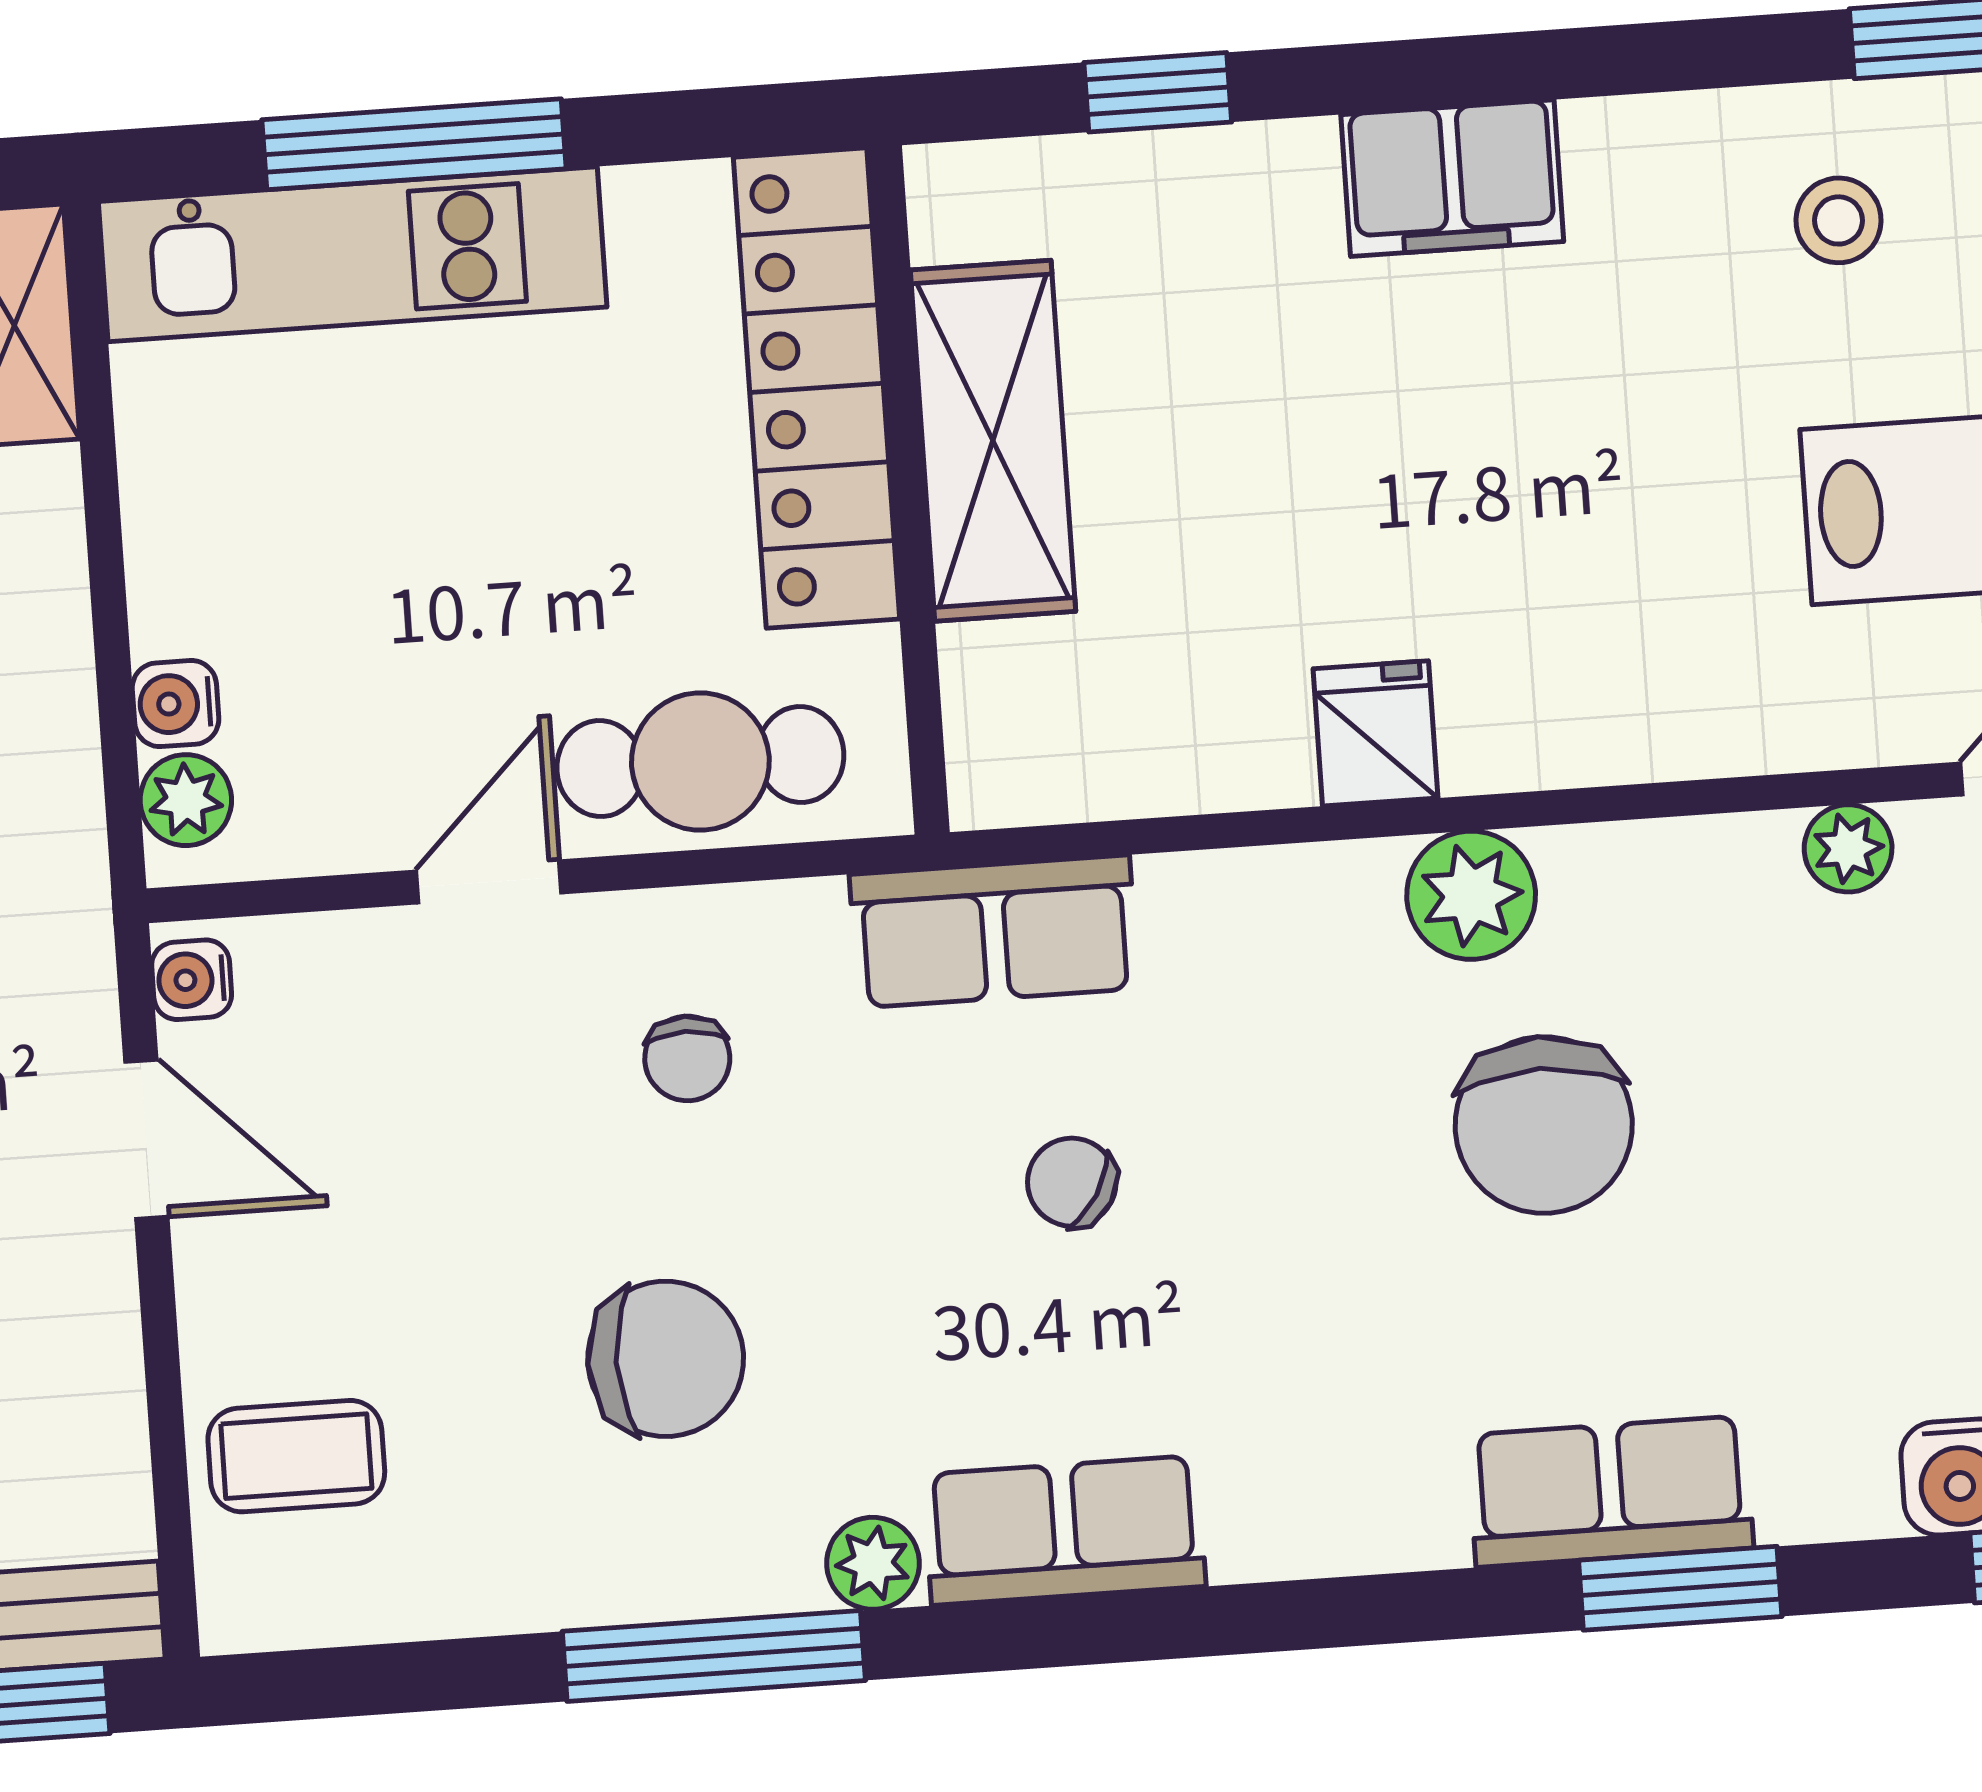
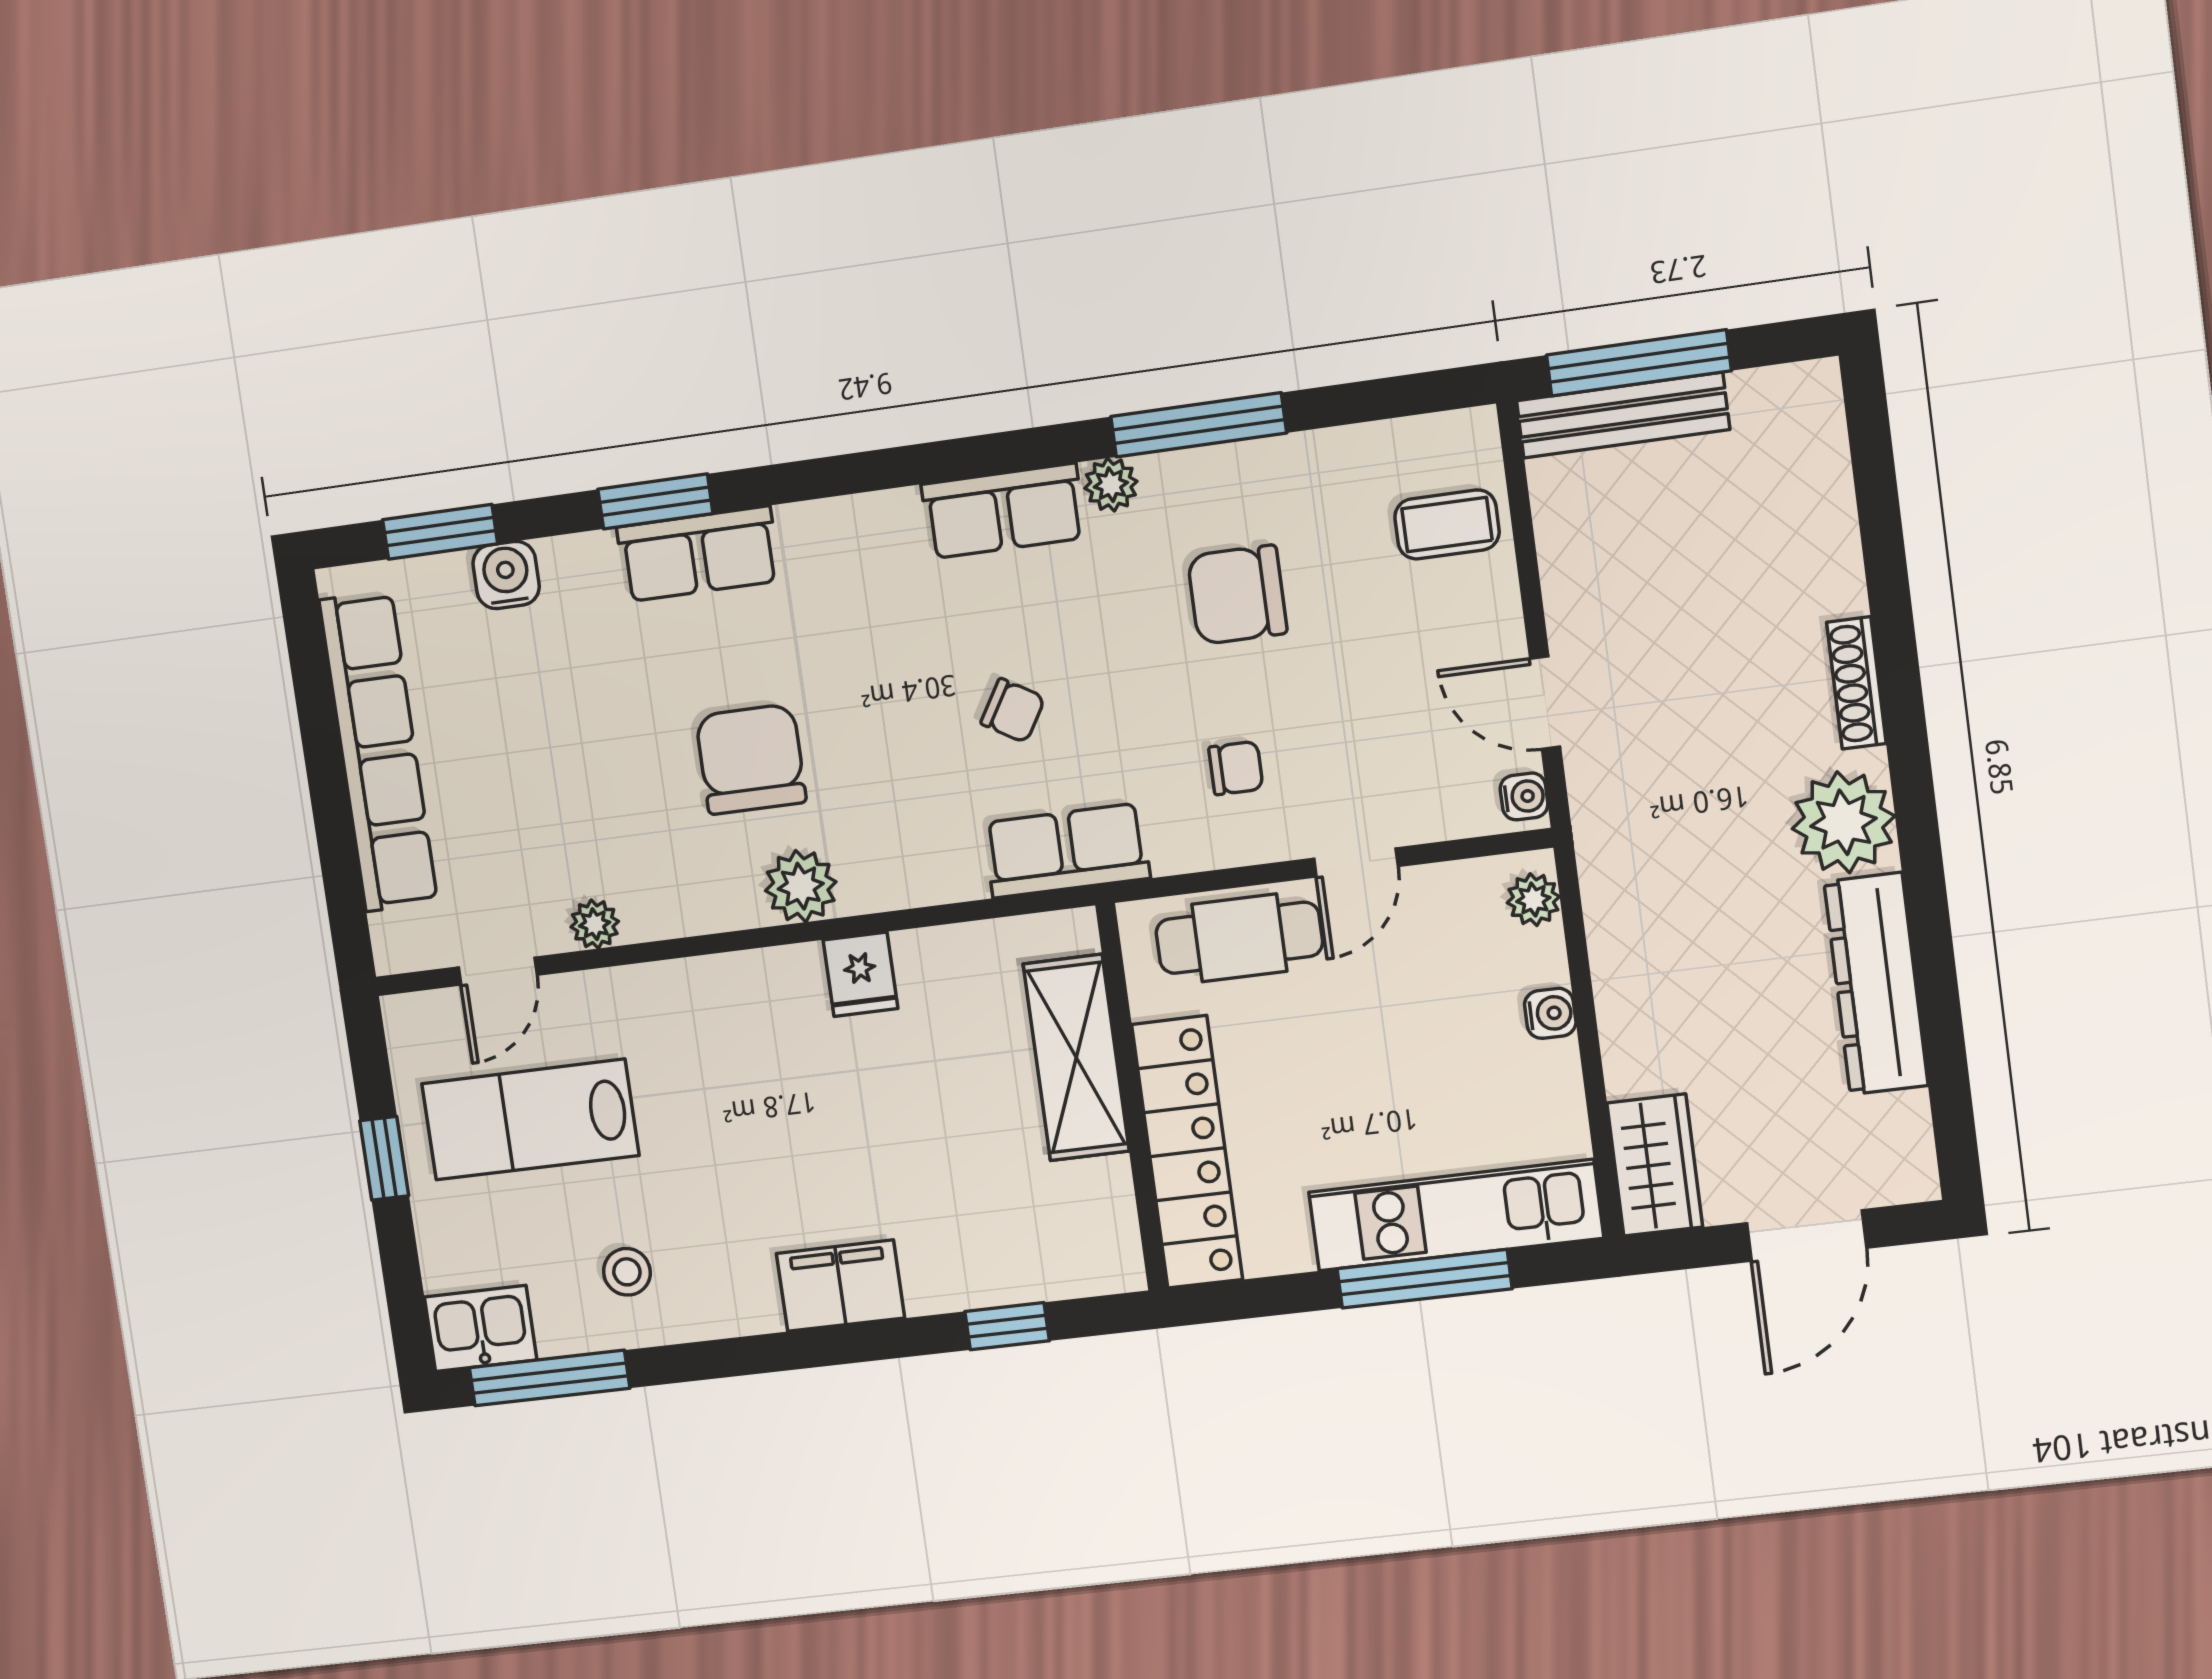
shelving: (993, 441) -> (1076, 1058), moved
water cooler: (176, 704) -> (1550, 1013), moved
chair: (687, 1058) -> (1236, 768), turned 90

